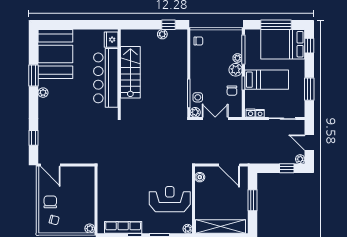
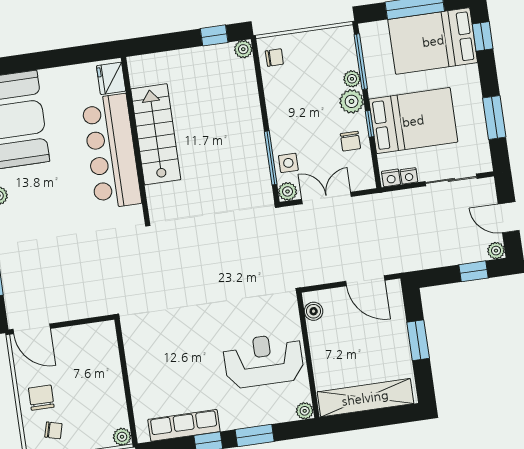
plant: (162, 34) -> (243, 49), moved
bed: (267, 80) -> (413, 121), width x1.50

